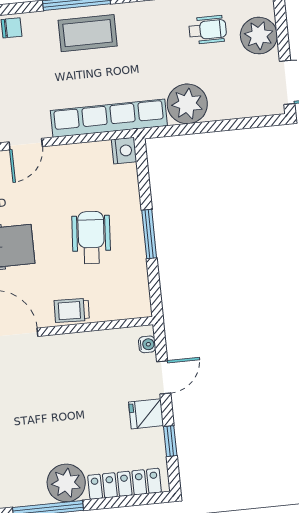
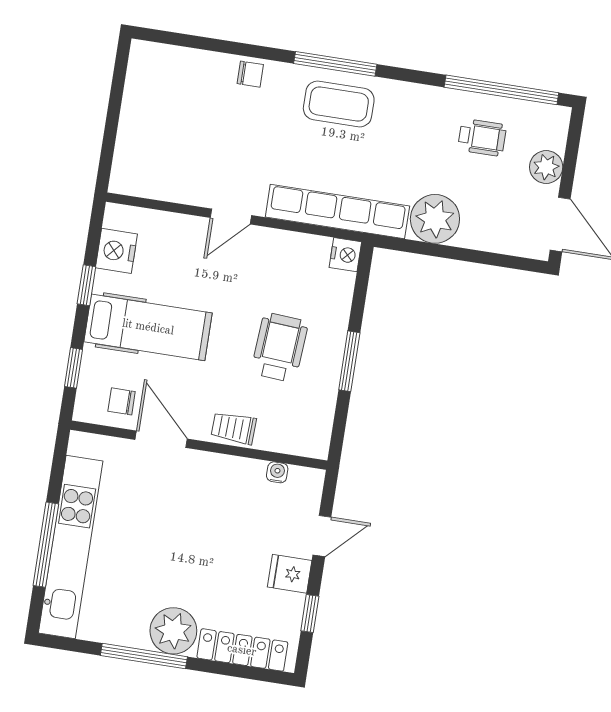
plant: (259, 36) -> (546, 167), width x0.73, depth x0.73
water cooler: (147, 344) -> (277, 472), moved, turned -90

